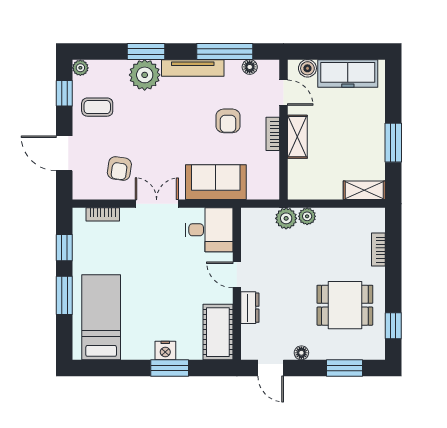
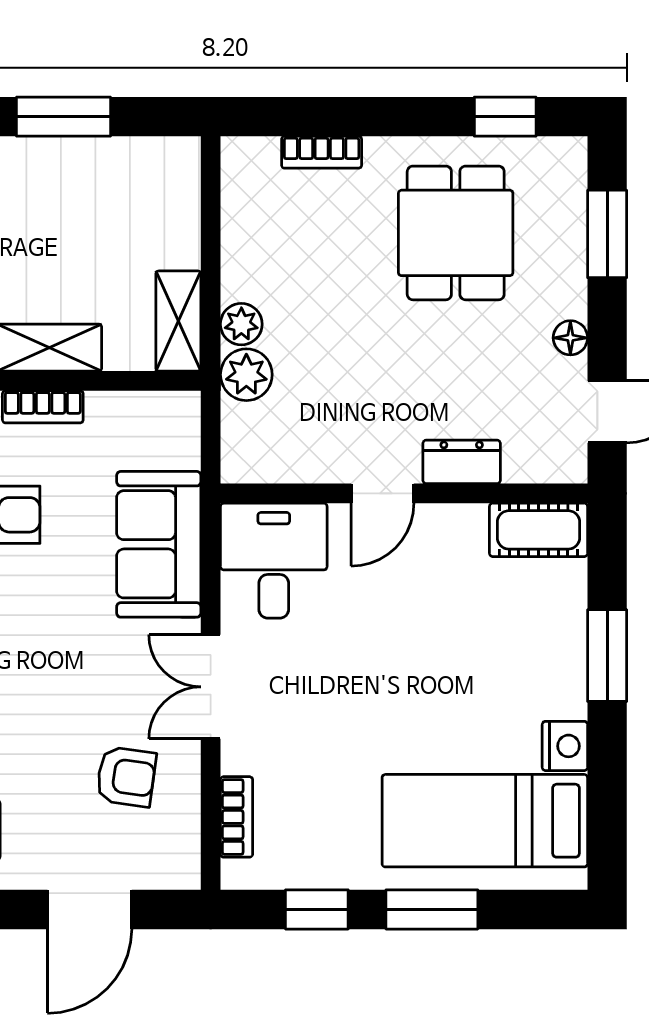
shelving: (364, 190) -> (178, 321), moved
cot: (218, 332) -> (538, 530), width x0.73, depth x0.75
nightstand: (165, 351) -> (565, 746), moved

